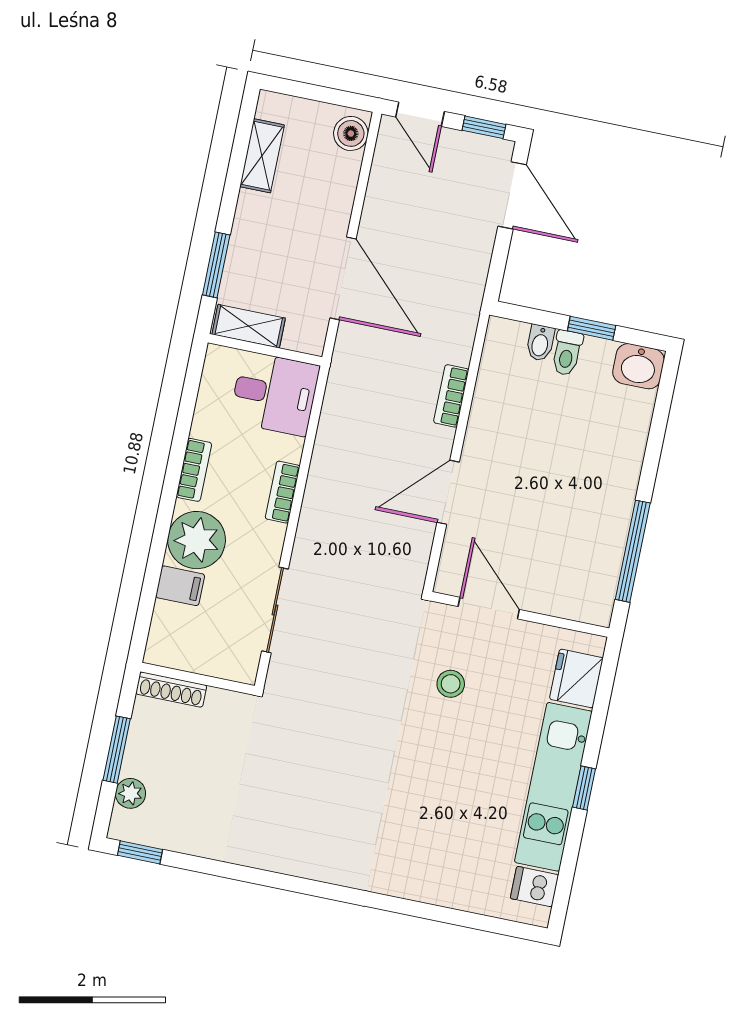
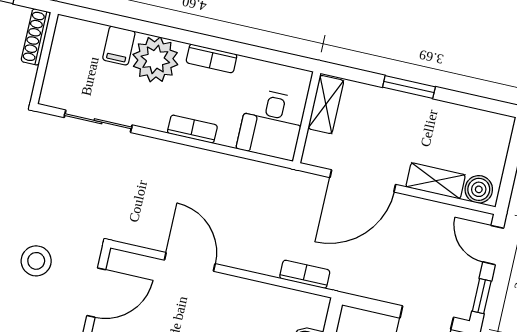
door: (420, 114) -> (493, 245), hinge flipped
shelving: (262, 156) -> (436, 181), moved
window: (216, 265) -> (409, 87), moved
bookcase: (451, 396) -> (305, 274), moved
stool: (451, 684) -> (36, 261), width x1.37, depth x1.37

